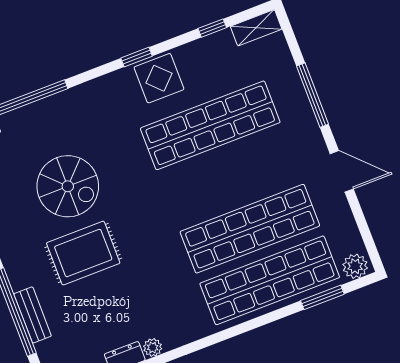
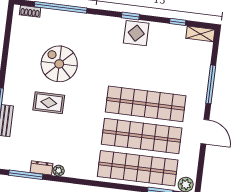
shop shelf: (210, 125) -> (146, 104), moved
spiral stairs: (68, 186) -> (59, 64), turned 180
rug: (83, 253) -> (49, 103), width x0.73, depth x0.70

